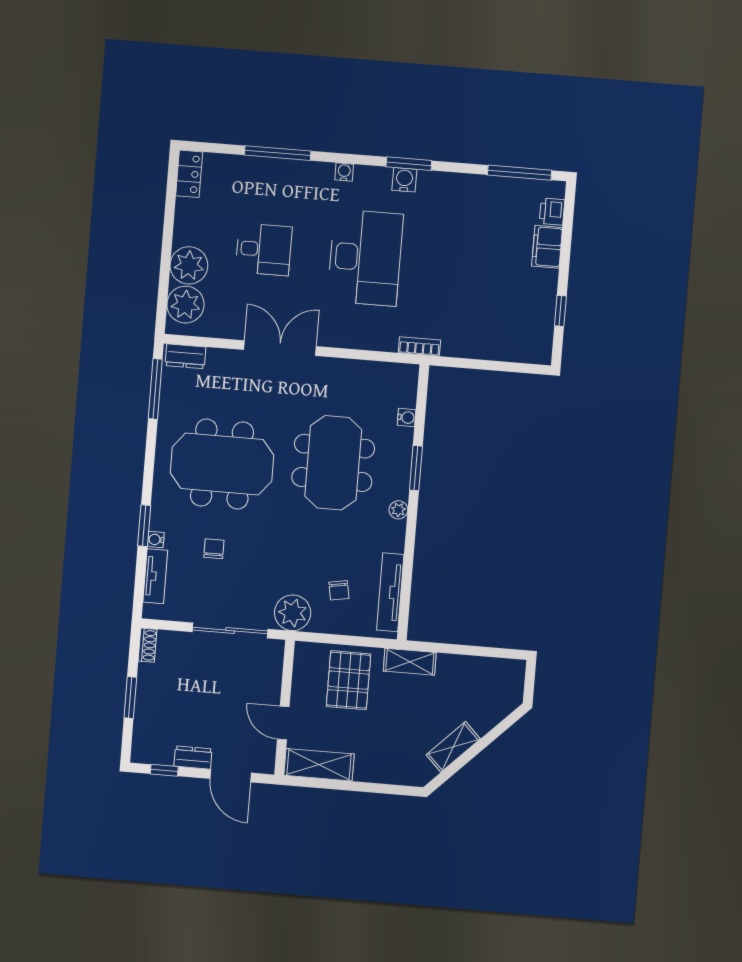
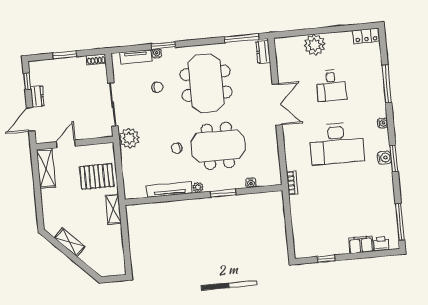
plant: (185, 305) -> (292, 47), removed
chair: (339, 590) -> (177, 148), moved
tv unit: (390, 592) -> (169, 189), moved

